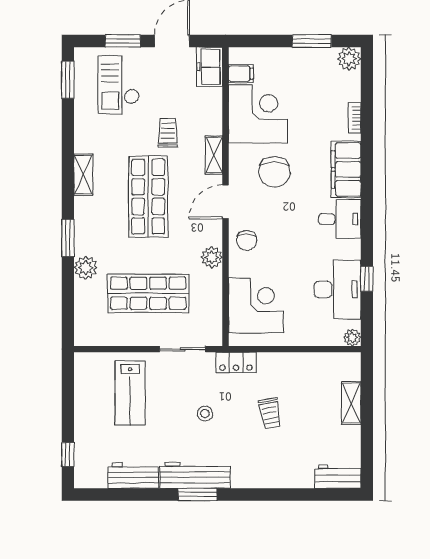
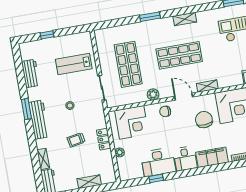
trolley: (168, 133) -> (215, 60), removed
chair: (274, 172) -> (204, 120), turned 86
plant: (86, 268) -> (136, 29), removed
desk: (337, 290) -> (158, 162), moved
plant: (352, 337) -> (120, 152), moved
locker: (236, 362) -> (104, 139), moved
window: (68, 455) -> (47, 35), moved
workbench: (195, 475) -> (39, 120), moved
shelving: (294, 480) -> (43, 159), added

